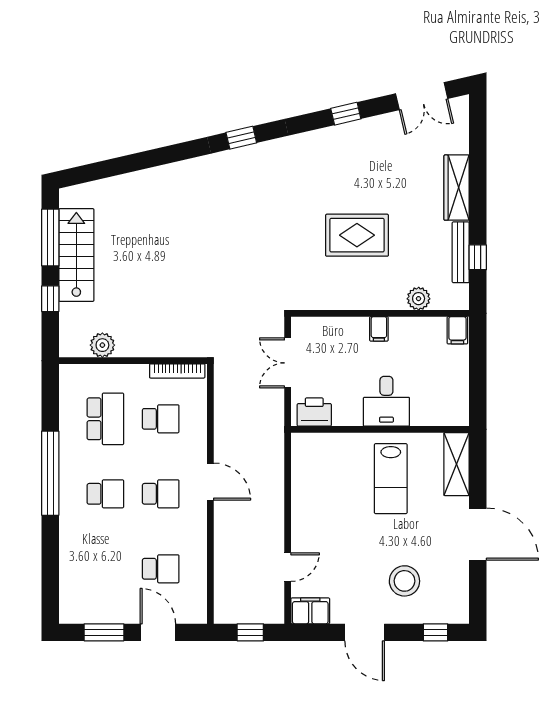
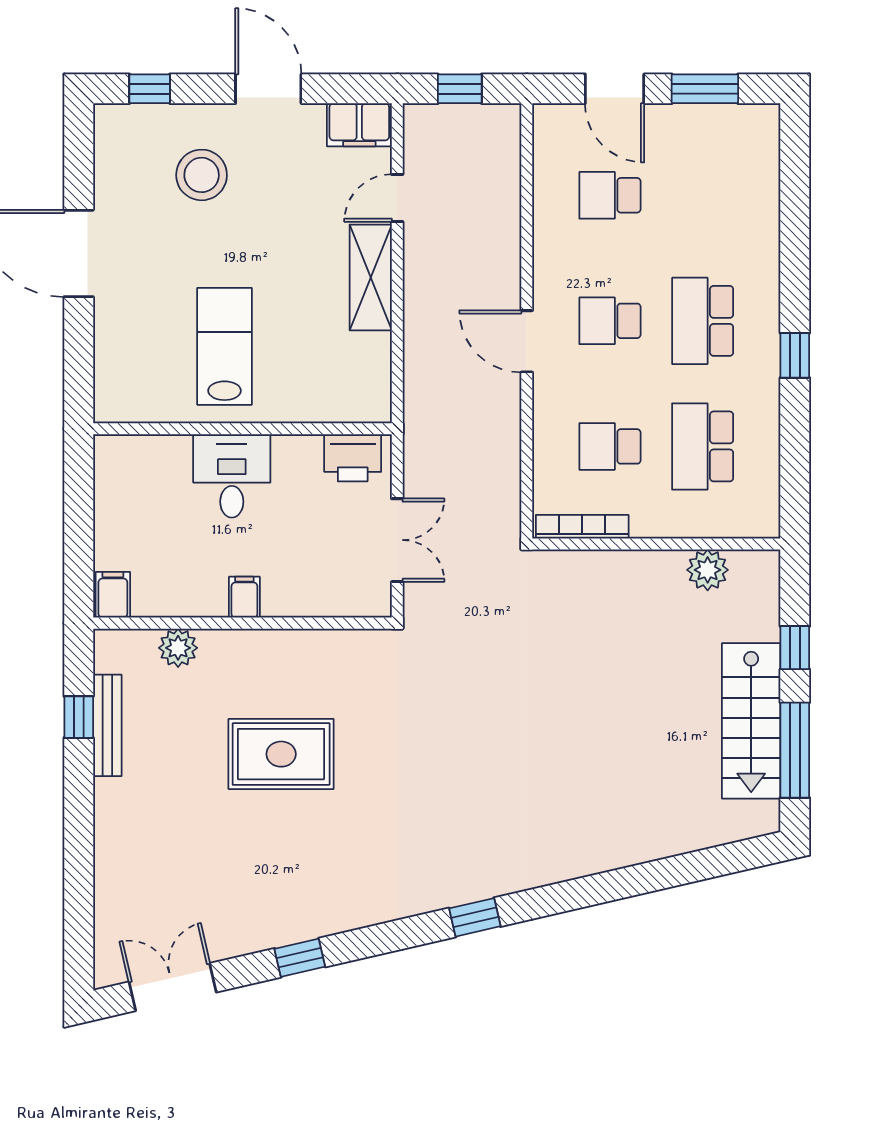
wardrobe: (457, 188) -> (114, 834), removed
shelving: (457, 464) -> (371, 277), moved
window: (50, 473) -> (795, 355), width x0.32
school desk: (105, 494) -> (703, 321), width x1.85

